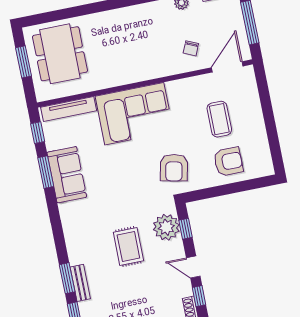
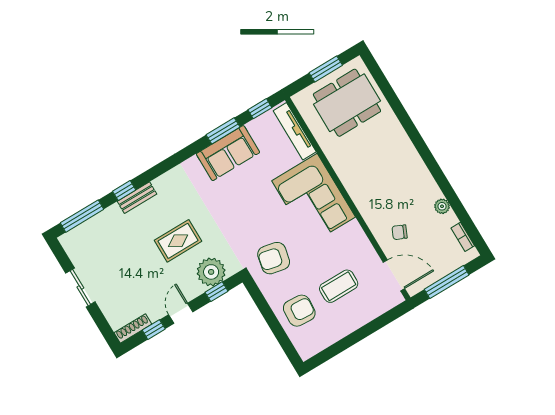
armchair: (228, 162) -> (299, 311), turned -86
window: (67, 278) -> (124, 191), width x0.67
bench: (80, 283) -> (137, 198), moved

